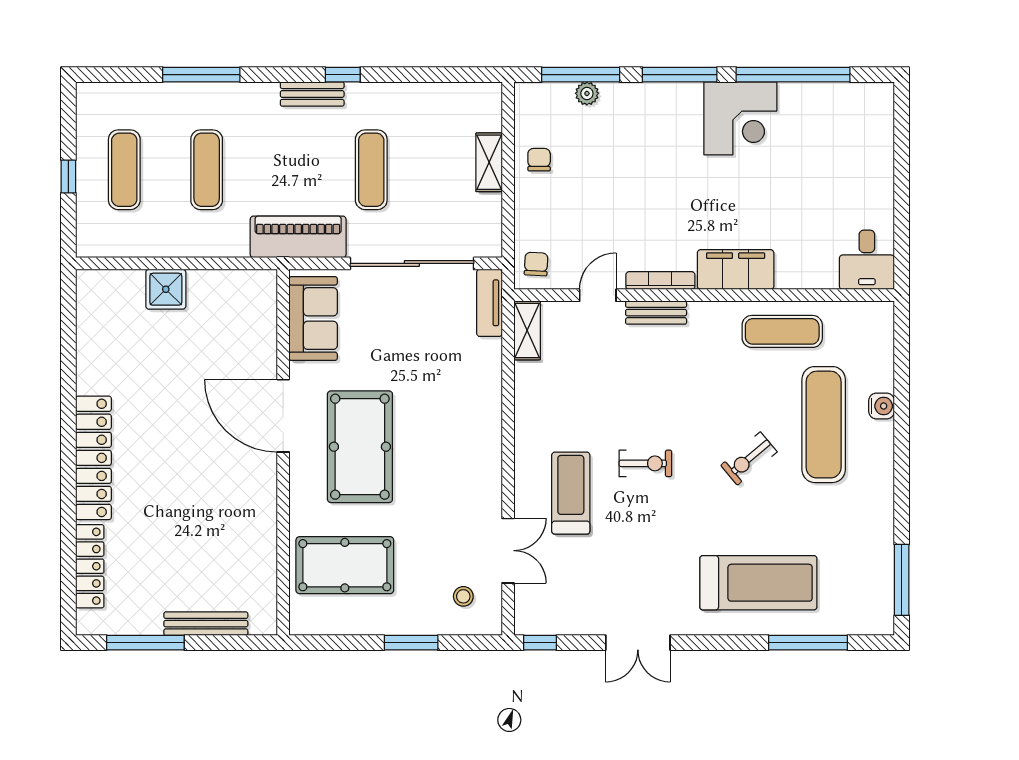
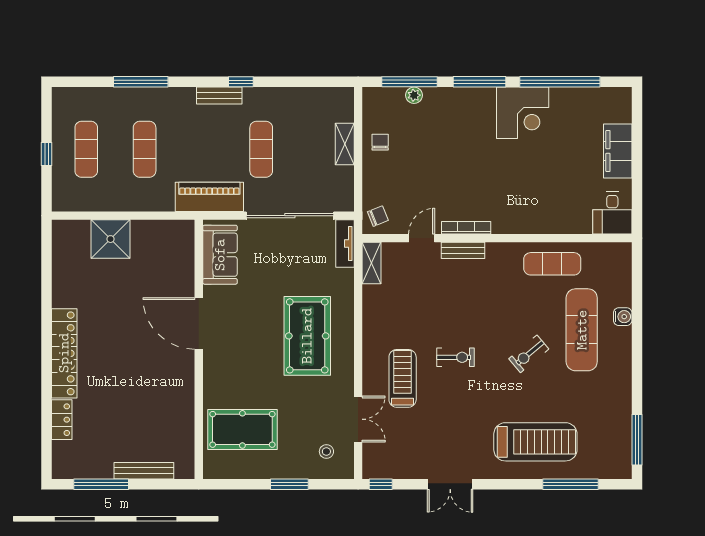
chair: (536, 264) -> (378, 216), turned 65
filing cabinet: (736, 270) -> (618, 151), moved, turned -90
shower: (166, 289) -> (110, 239), width x1.36, depth x1.36
pool table: (360, 447) -> (307, 336), moved
locker: (90, 566) -> (62, 420), width x0.66

